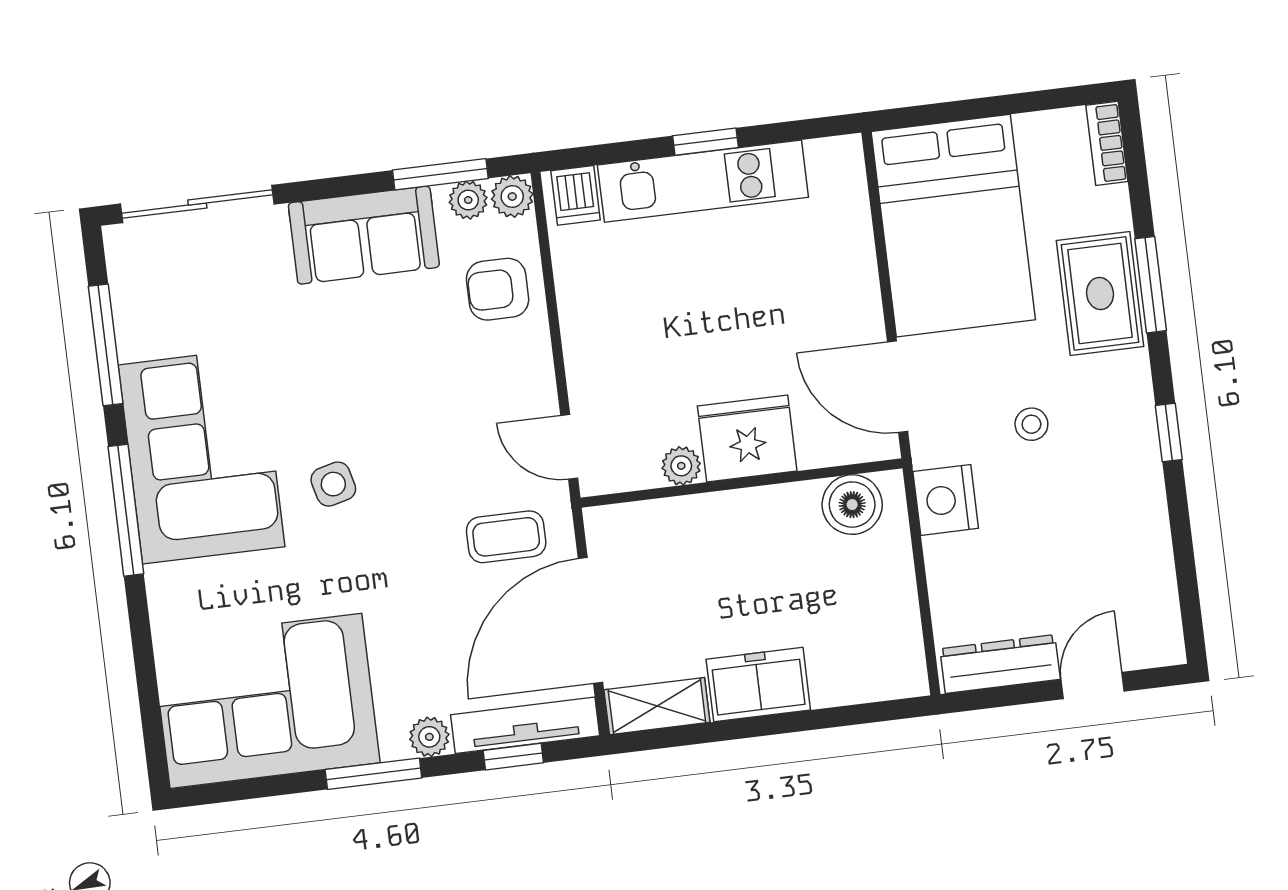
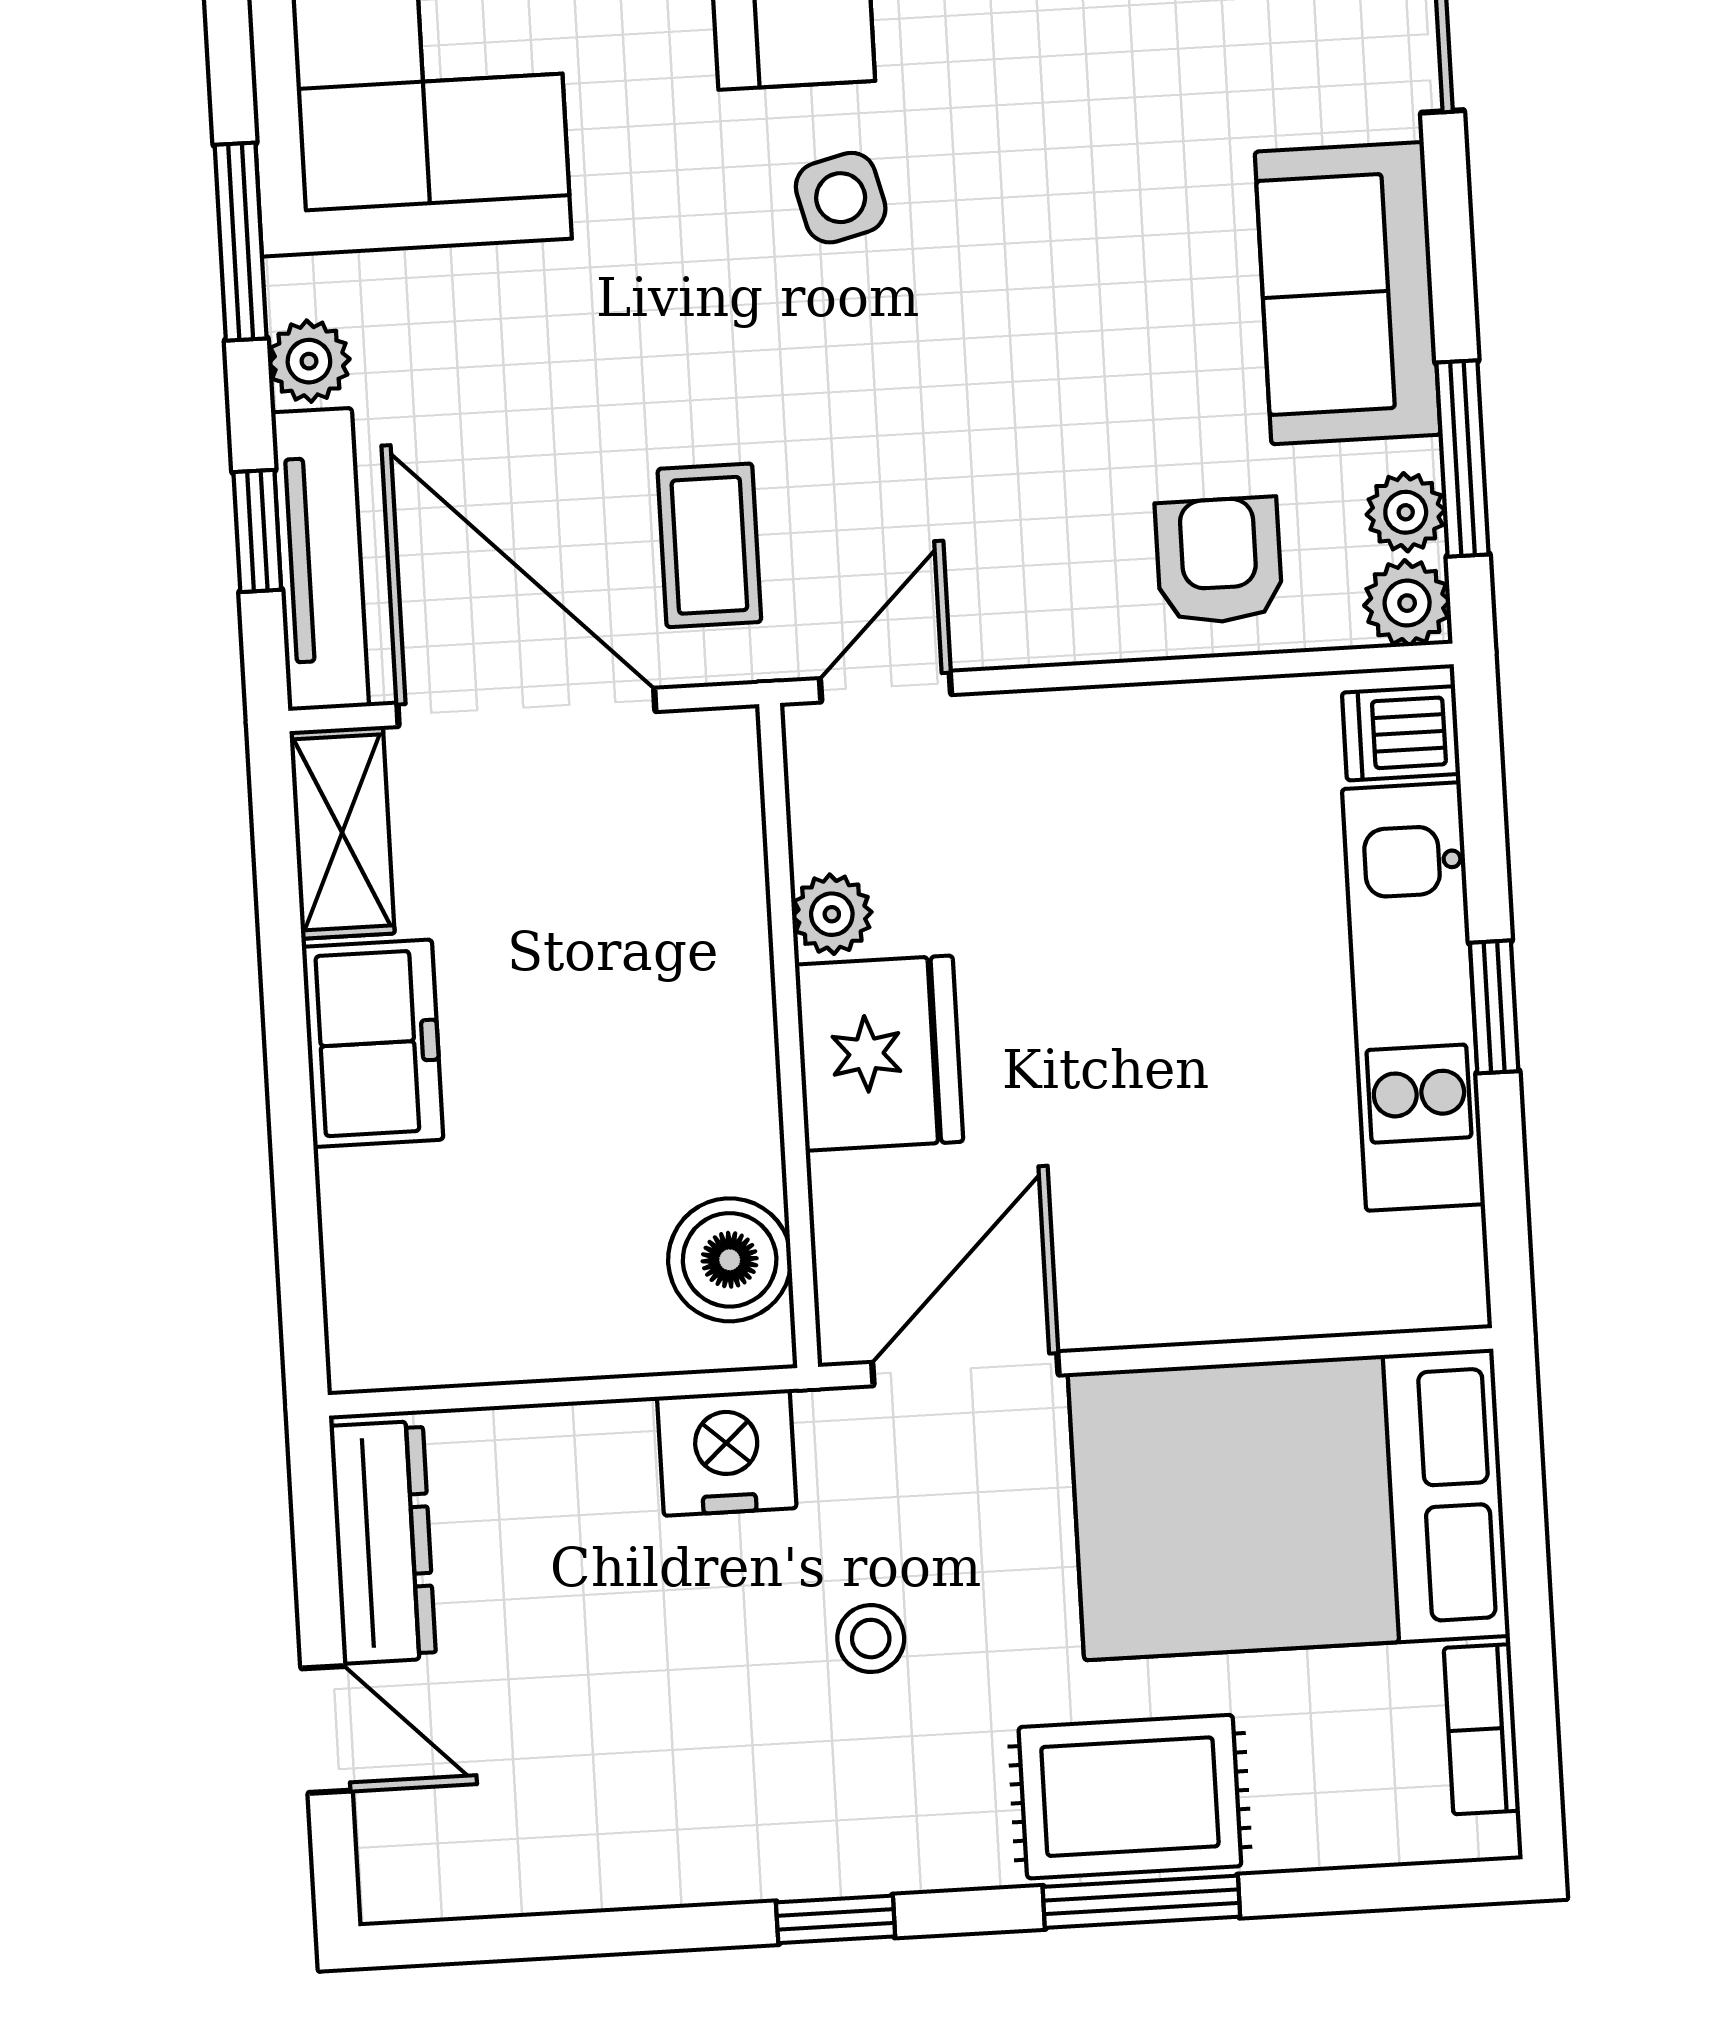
bookcase: (1107, 143) -> (1482, 1729), moved, turned -90

